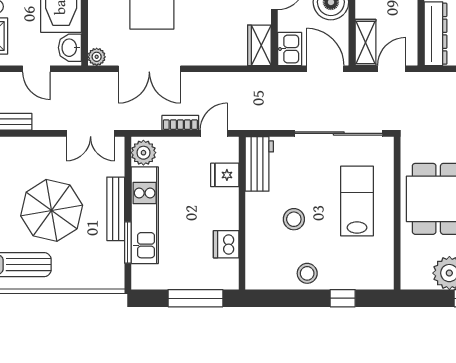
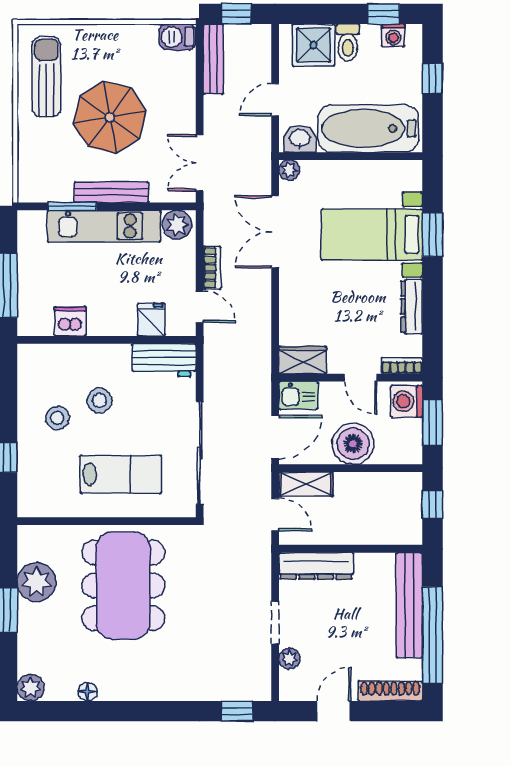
stool: (307, 273) -> (57, 418), moved

